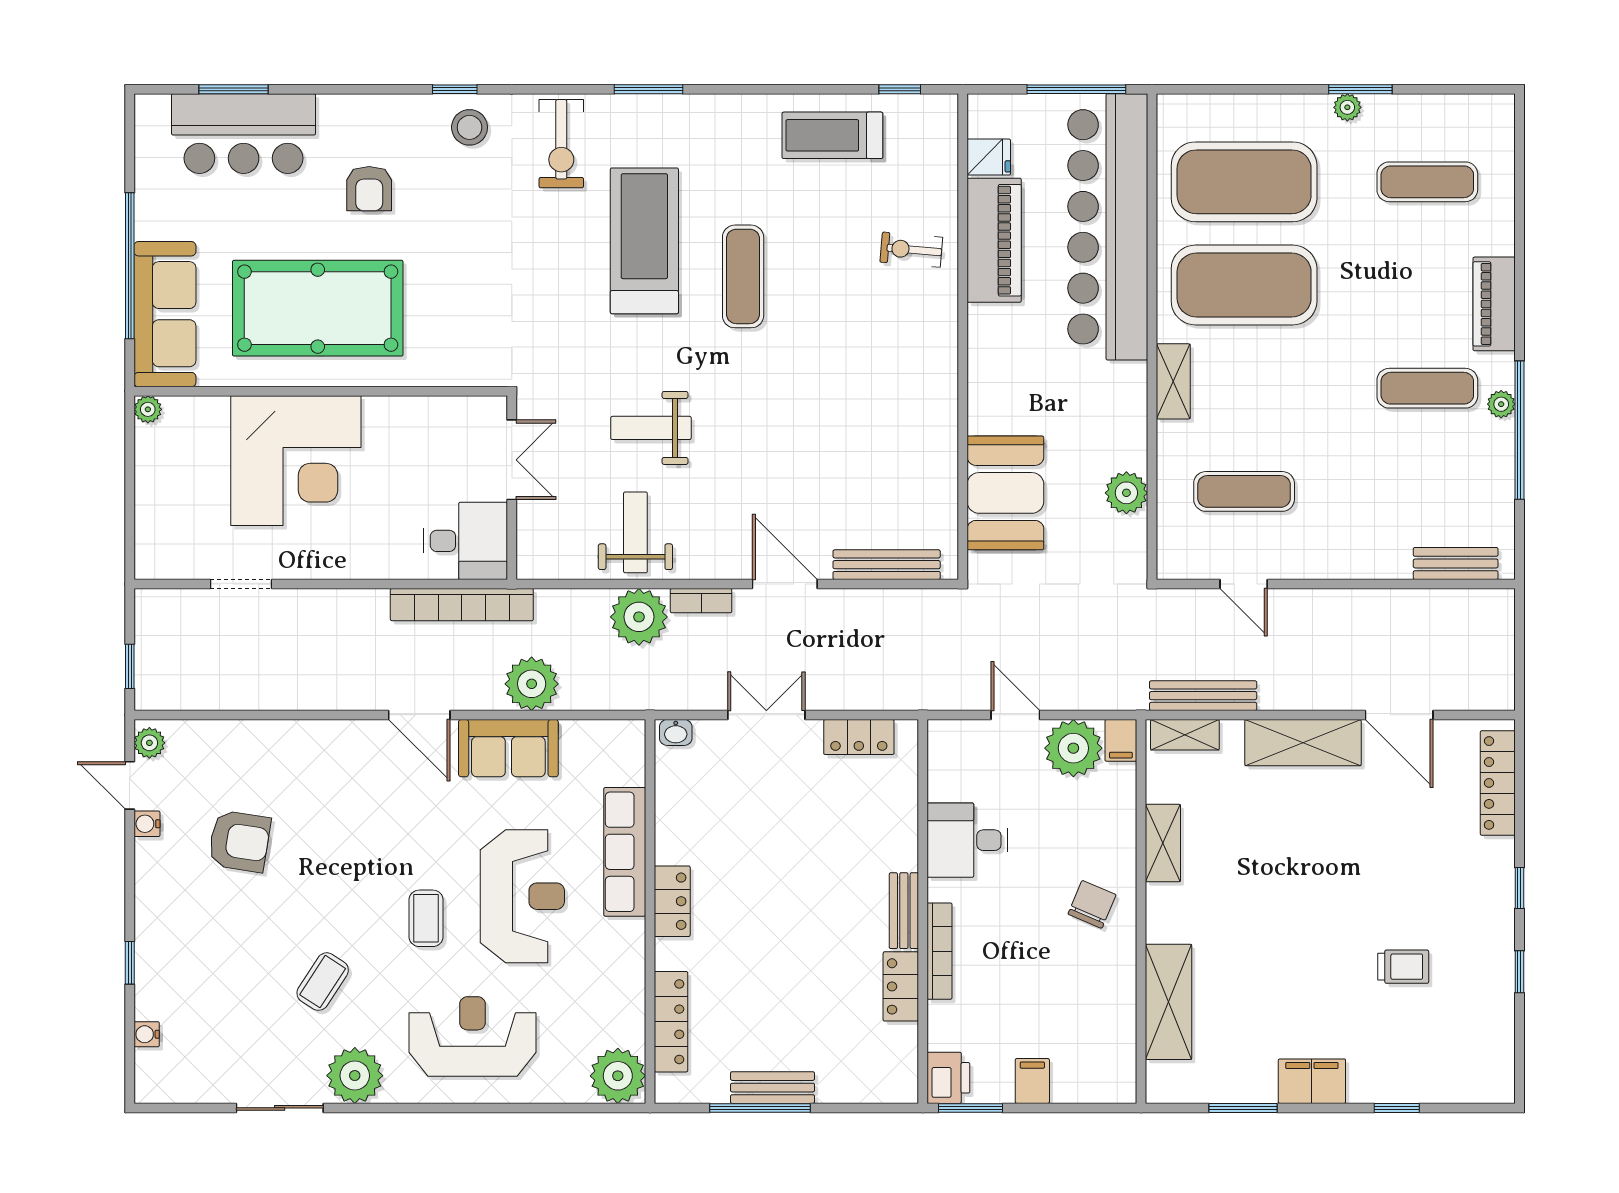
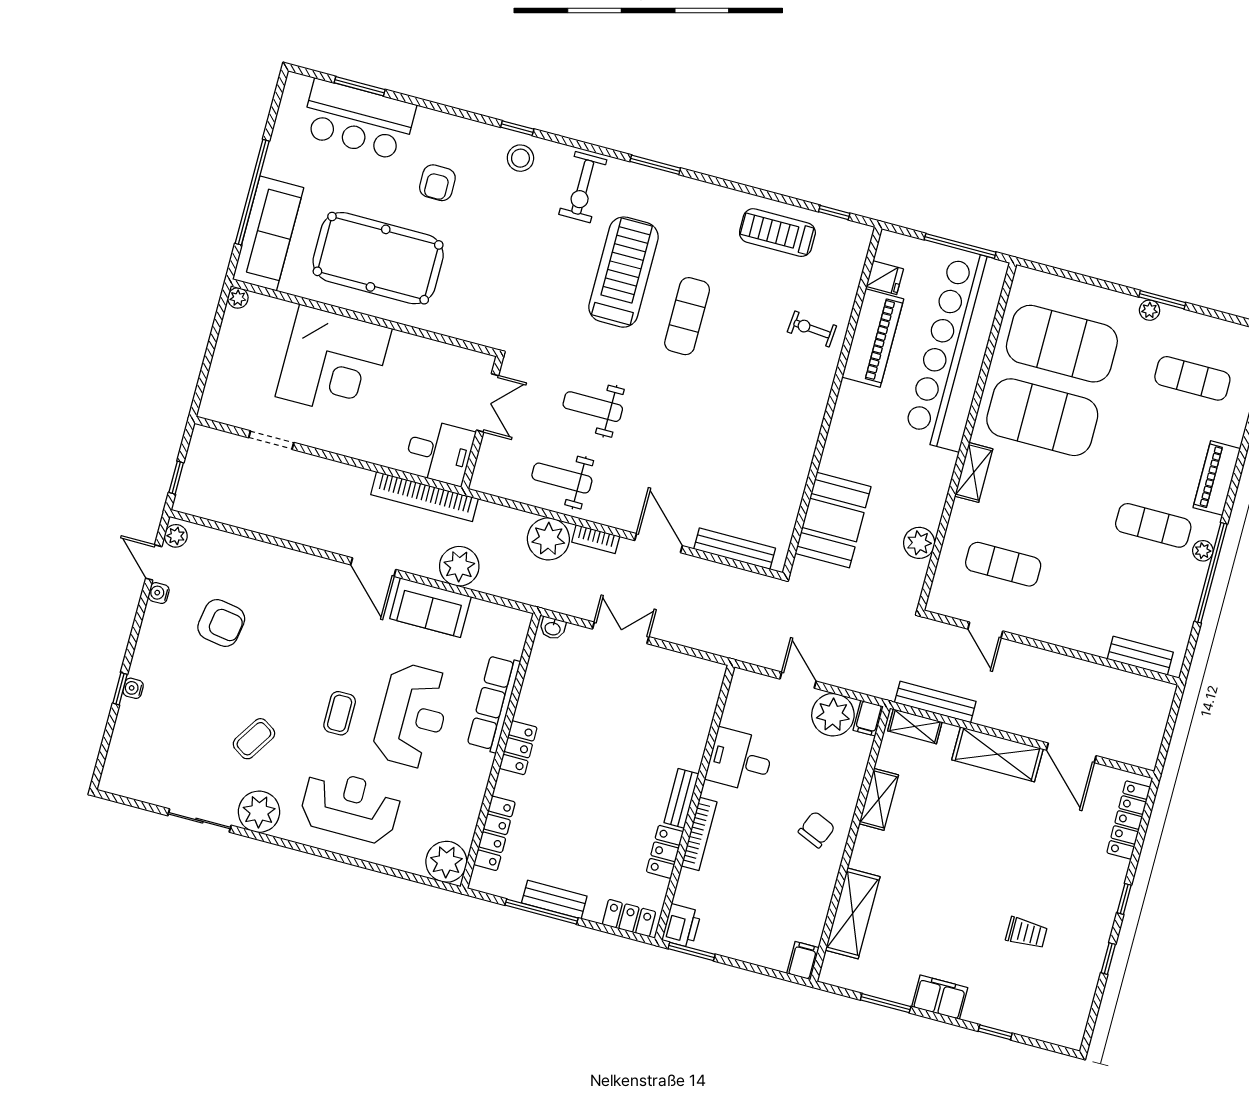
weight bench: (635, 532) -> (562, 478), turned -90
locker: (859, 737) -> (629, 918), moved, turned 180
water cooler: (147, 1034) -> (133, 688), moved
filing cabinet: (1032, 1081) -> (803, 961), moved

